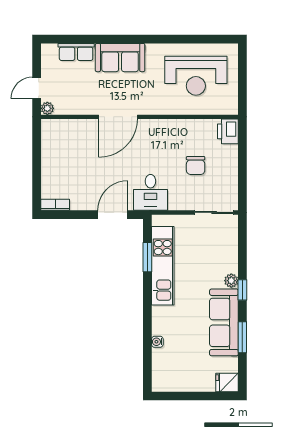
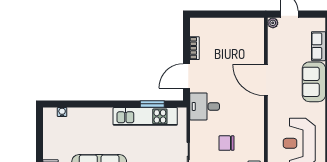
bookcase: (55, 205) -> (195, 48), moved
door: (113, 215) -> (187, 76), swing flipped
water cooler: (157, 342) -> (62, 112), moved

